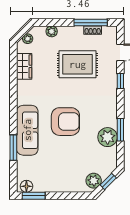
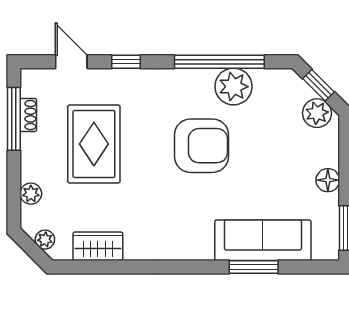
armchair: (65, 122) -> (202, 146), moved, turned 90
sofa: (27, 130) -> (263, 240), moved
window: (120, 130) -> (219, 62), width x2.11
floor lamp: (26, 186) -> (328, 180), moved

